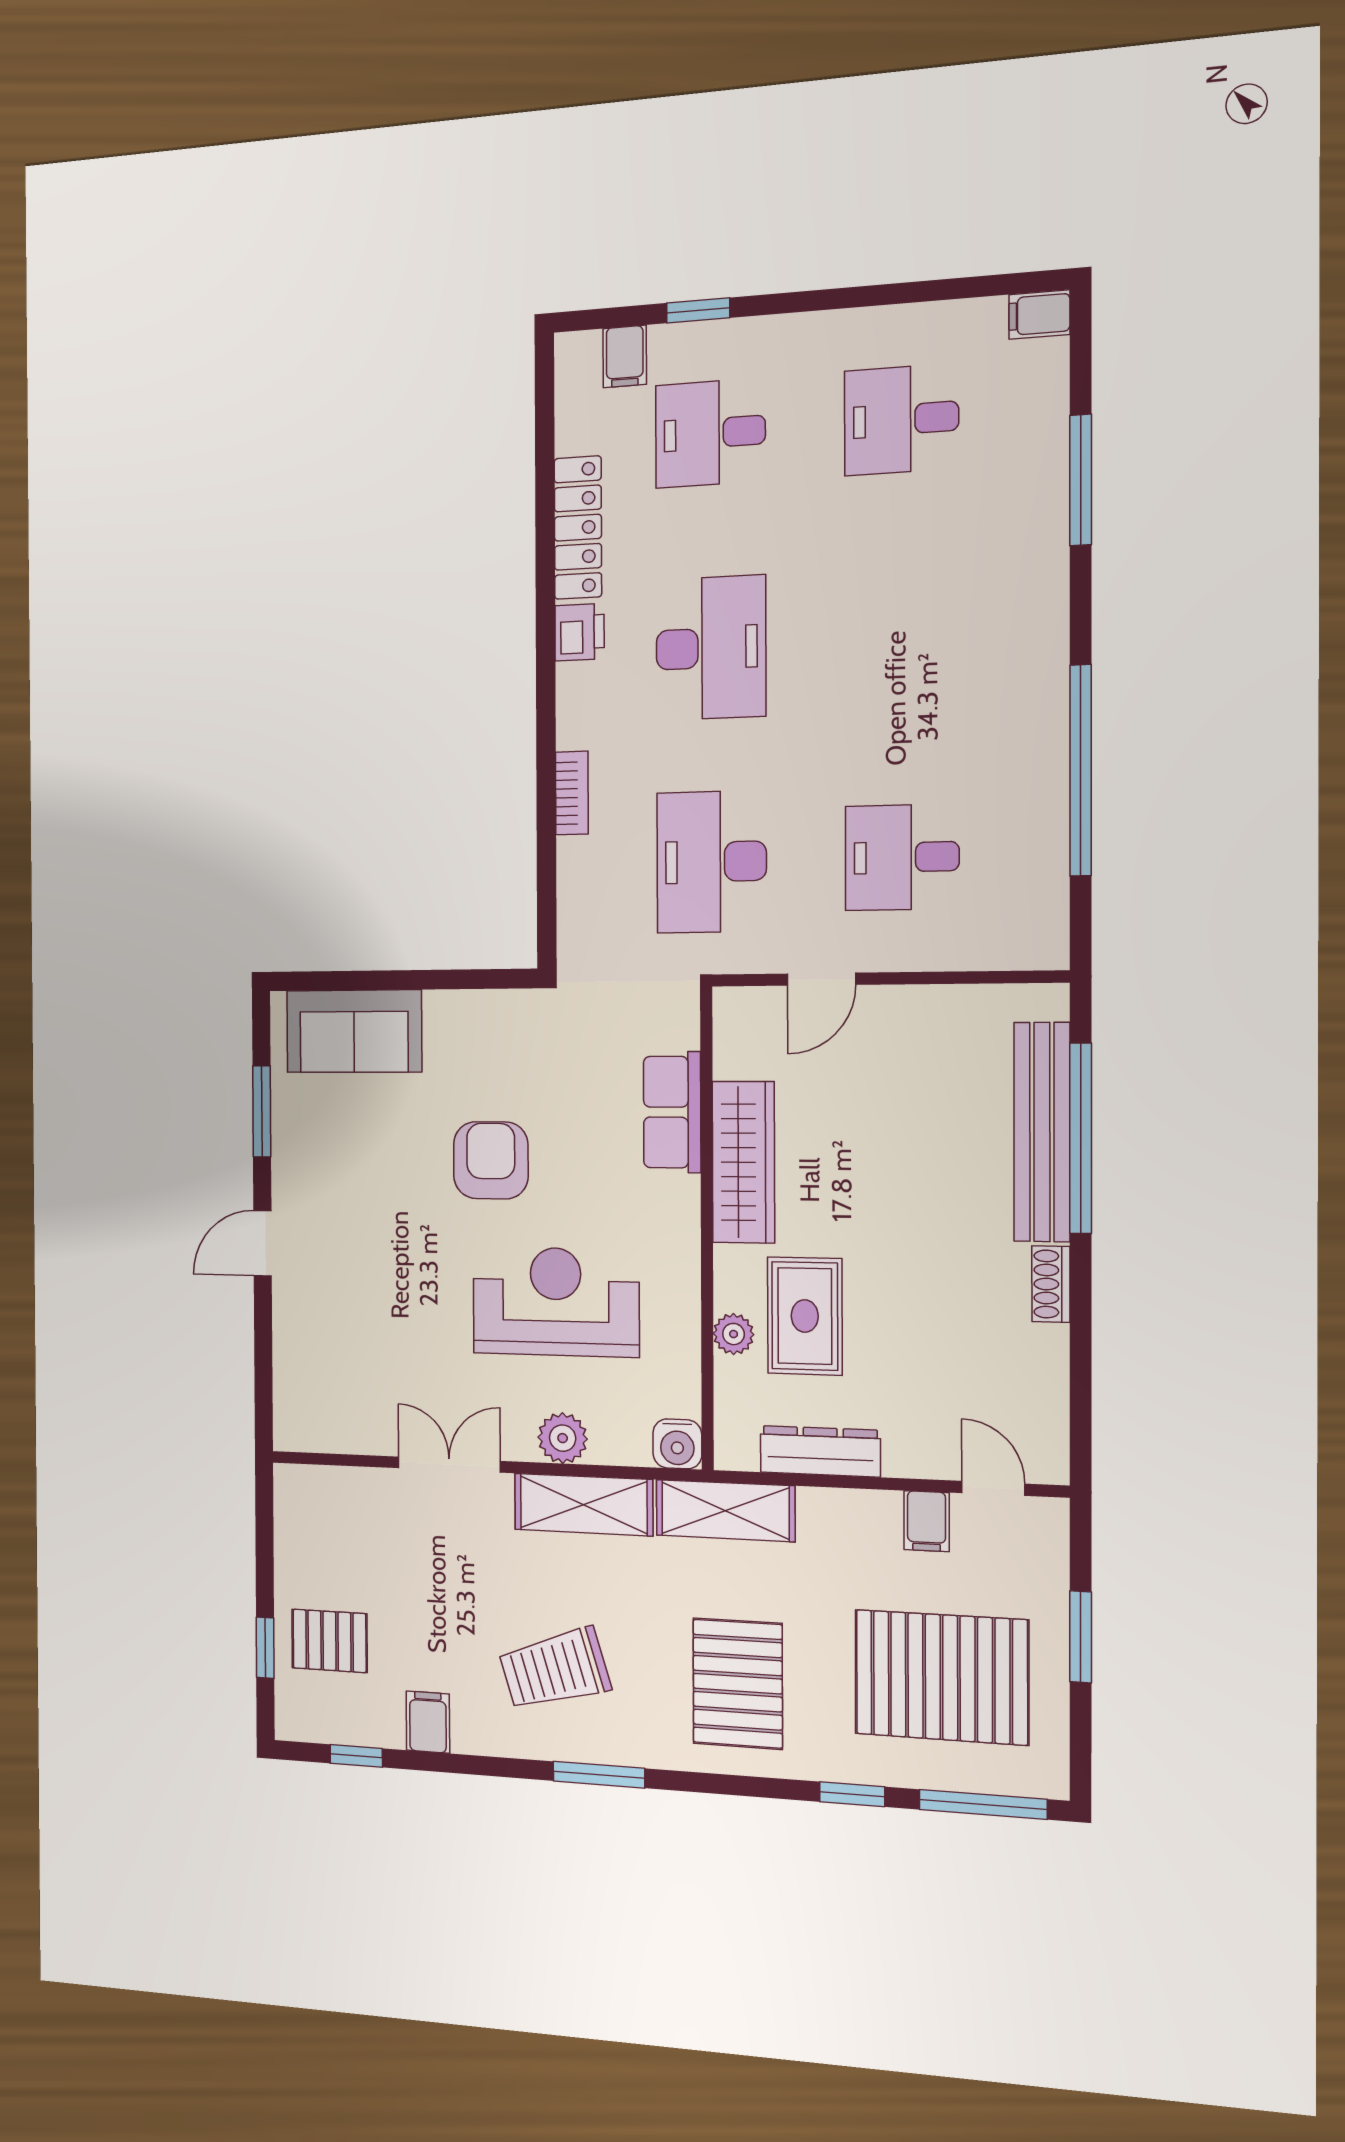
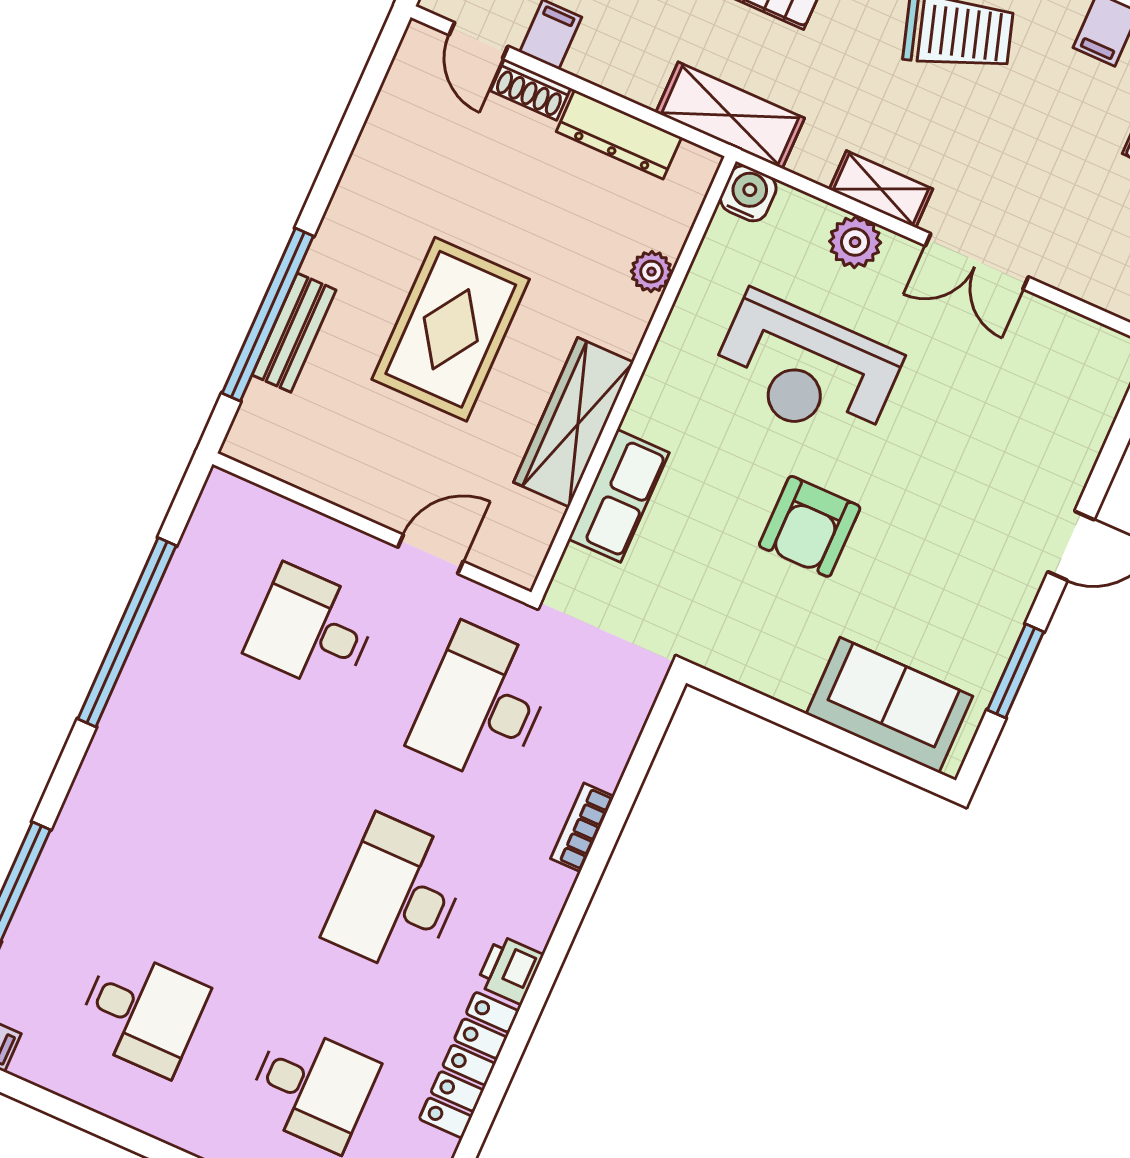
desk: (902, 857) -> (312, 629), turned 180
desk: (712, 862) -> (482, 704), turned 180
bench: (1042, 1132) -> (294, 333), width x0.54, depth x0.82
shoe rack: (1051, 1284) -> (531, 89), moved, turned 90
rug: (805, 1316) -> (451, 329), moved, width x1.36, depth x1.43
shelving: (584, 1505) -> (881, 189), width x0.67, depth x0.75

